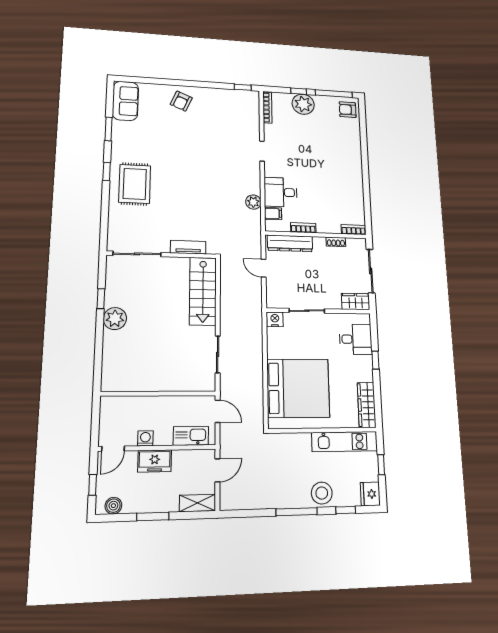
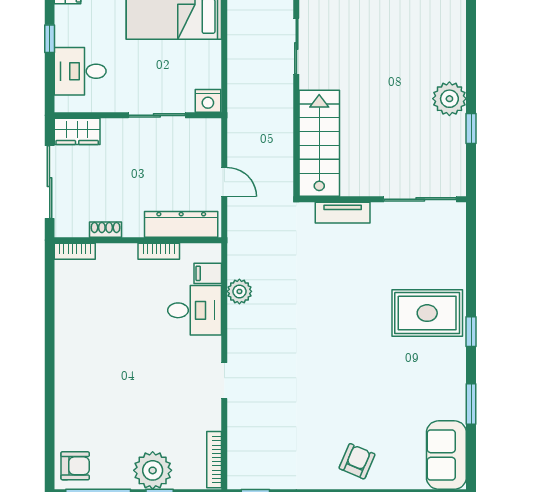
rug: (135, 184) -> (427, 313), turned 90

